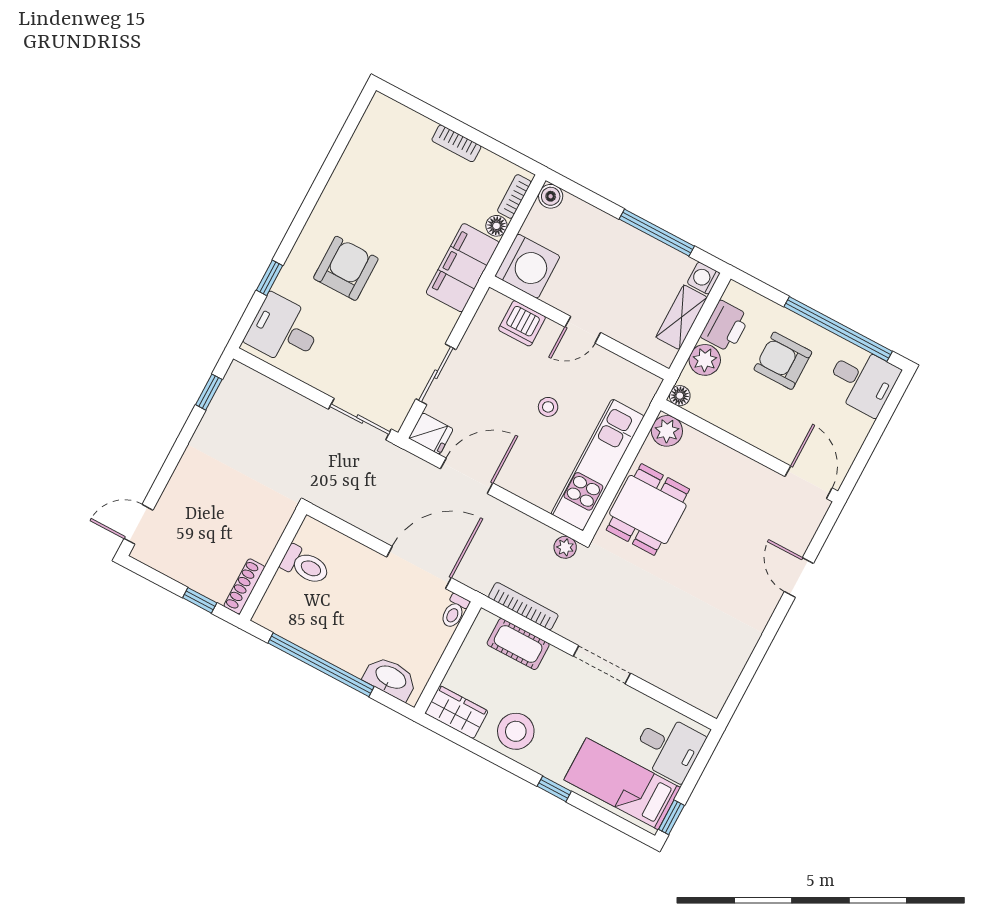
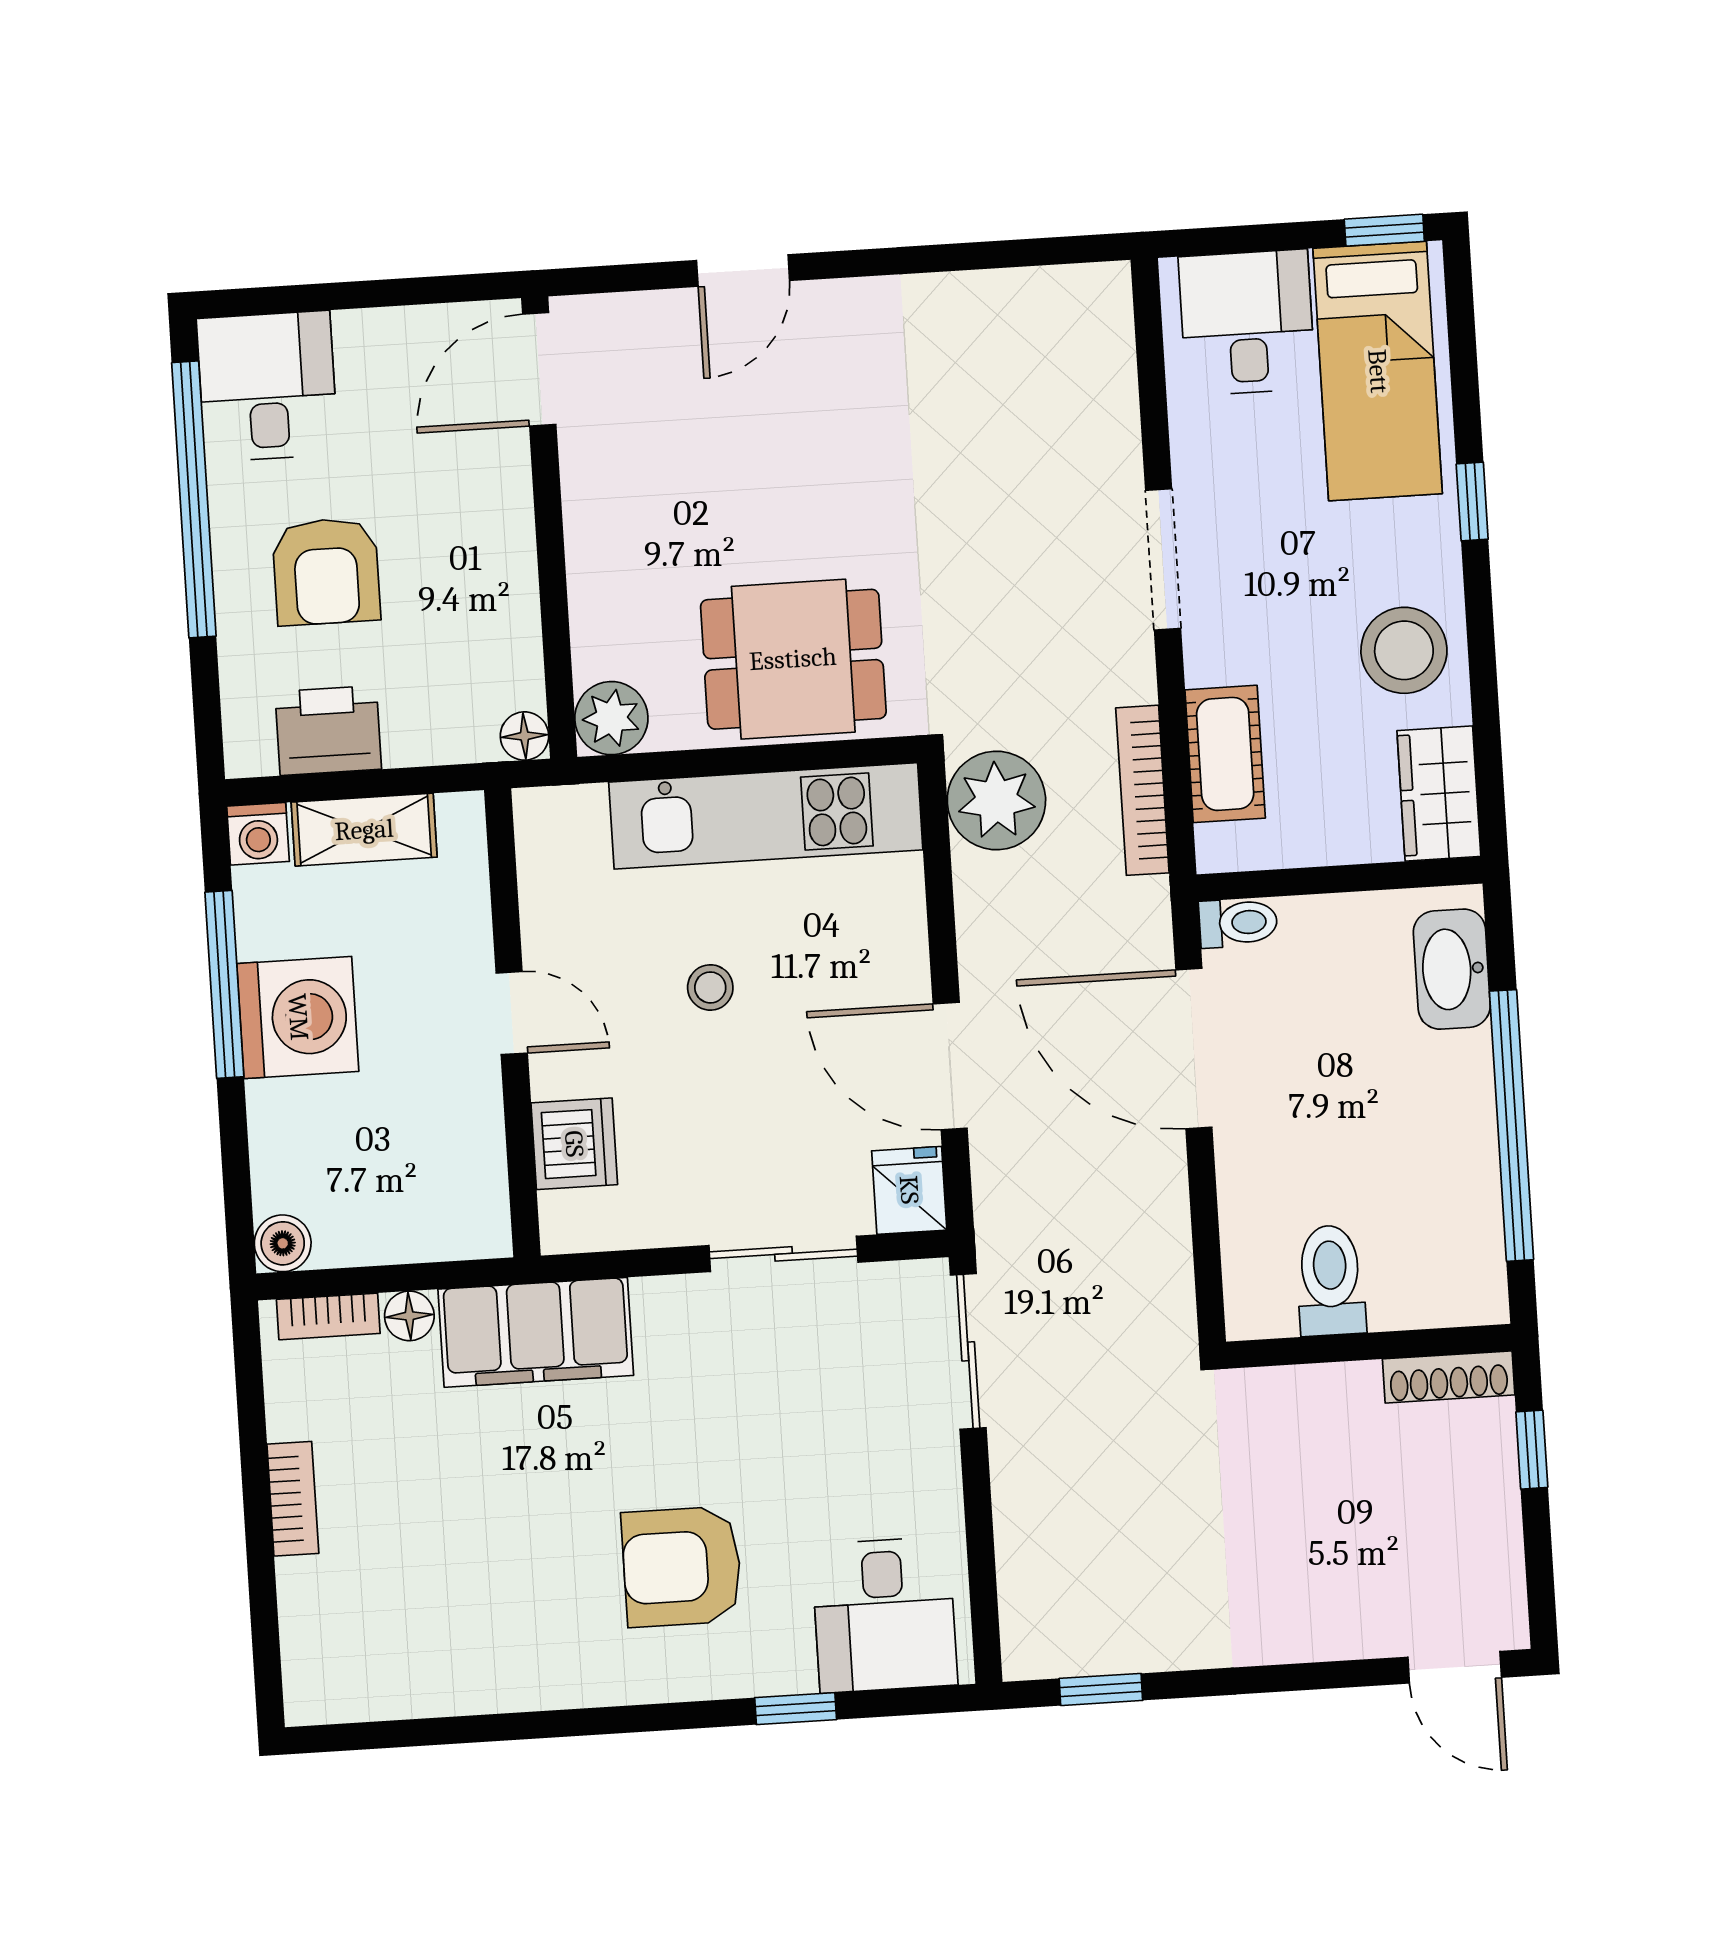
washing machine: (527, 266) -> (298, 1017), moved, turned 90
plant: (705, 360) -> (421, 730), removed
plant: (565, 547) -> (996, 800), width x1.88, depth x1.88

